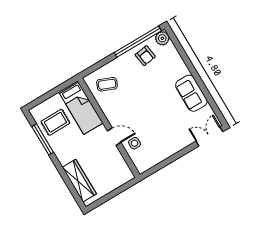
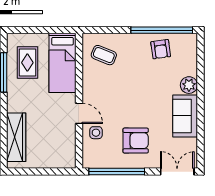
plant: (162, 38) -> (189, 85), moved
rug: (55, 122) -> (27, 63), turned 90
armchair: (166, 132) -> (136, 141), added
window: (166, 162) -> (117, 172), added

